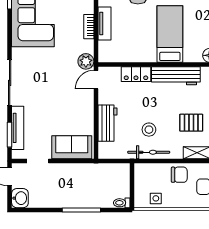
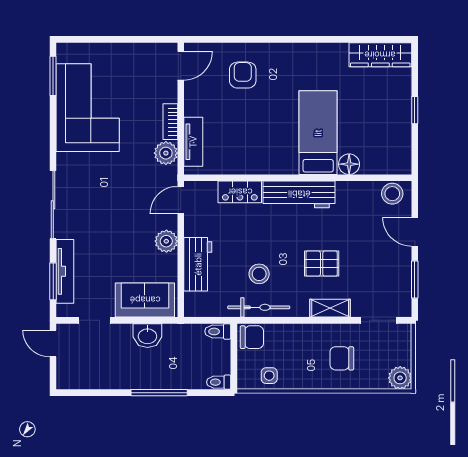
tv unit: (104, 24) -> (193, 142), moved
bed: (170, 34) -> (318, 133), moved
plant: (86, 61) -> (166, 153), moved
plant: (86, 108) -> (166, 241), added
toilet: (121, 169) -> (218, 331), added
chair: (179, 175) -> (252, 337), moved
washbasin: (20, 198) -> (147, 336), moved, turned 90

